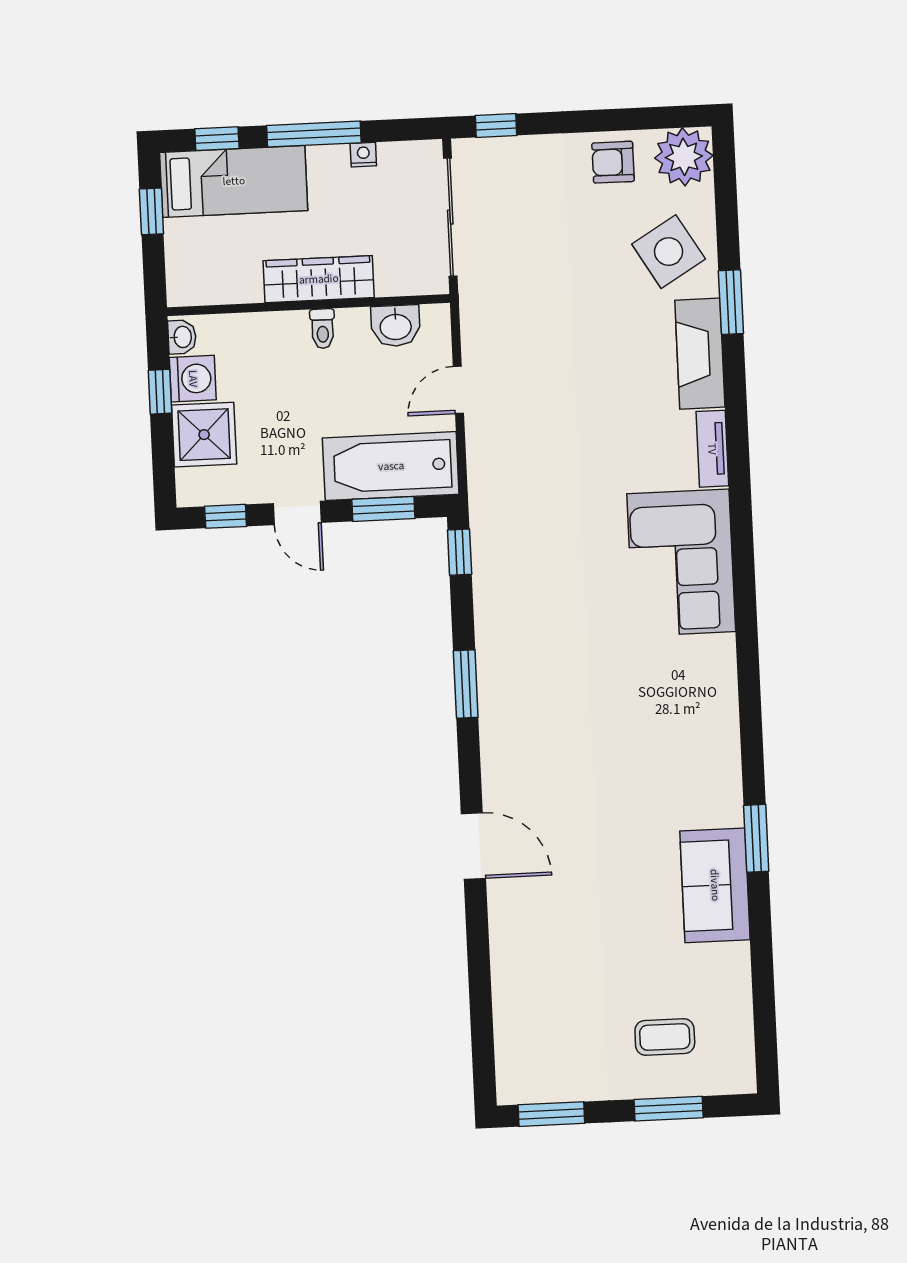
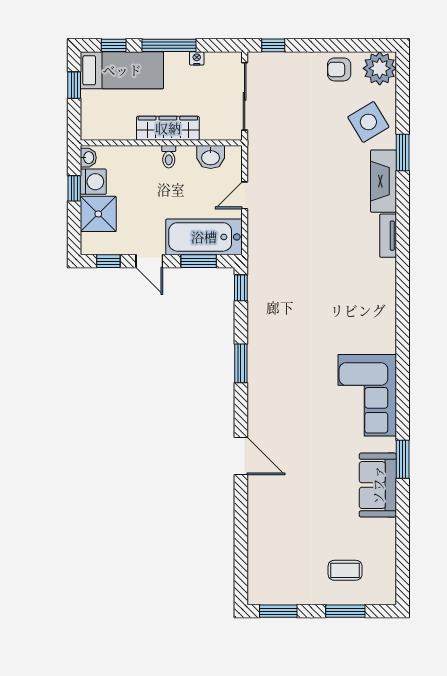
corner sofa: (681, 563) -> (367, 395), moved

